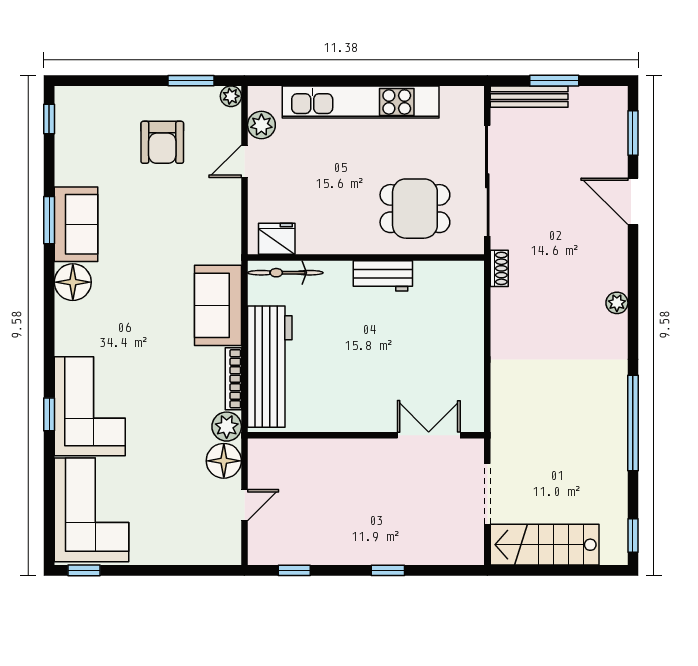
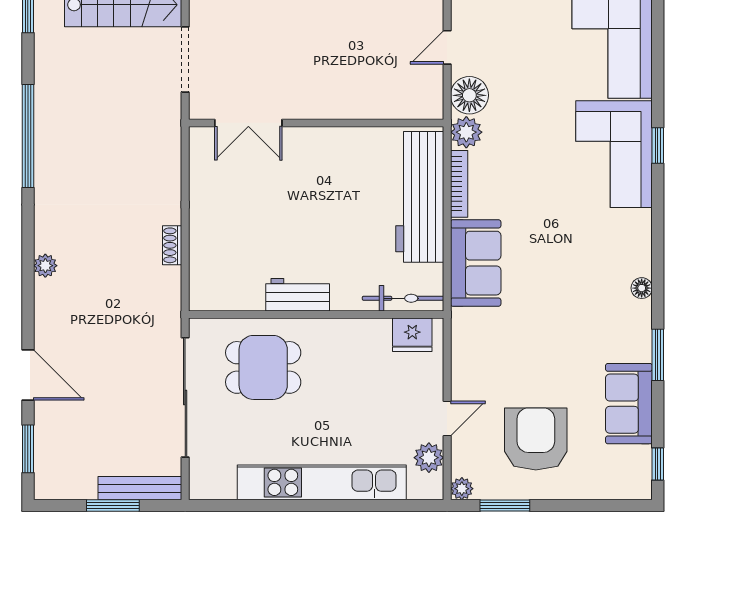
armchair: (162, 142) -> (536, 439), width x1.36, depth x1.36
sofa: (76, 224) -> (629, 404), moved
shoe rack: (499, 268) -> (172, 245), moved
floor lamp: (73, 282) -> (642, 288), width x0.53, depth x0.53

